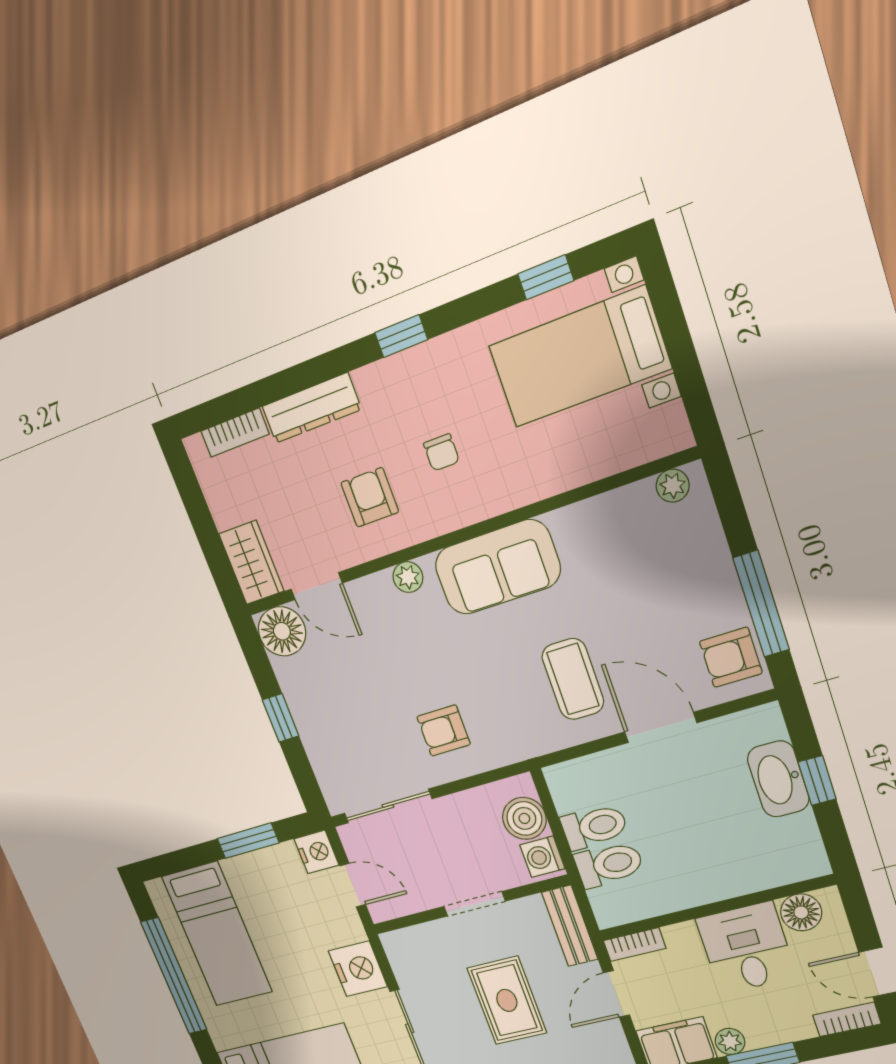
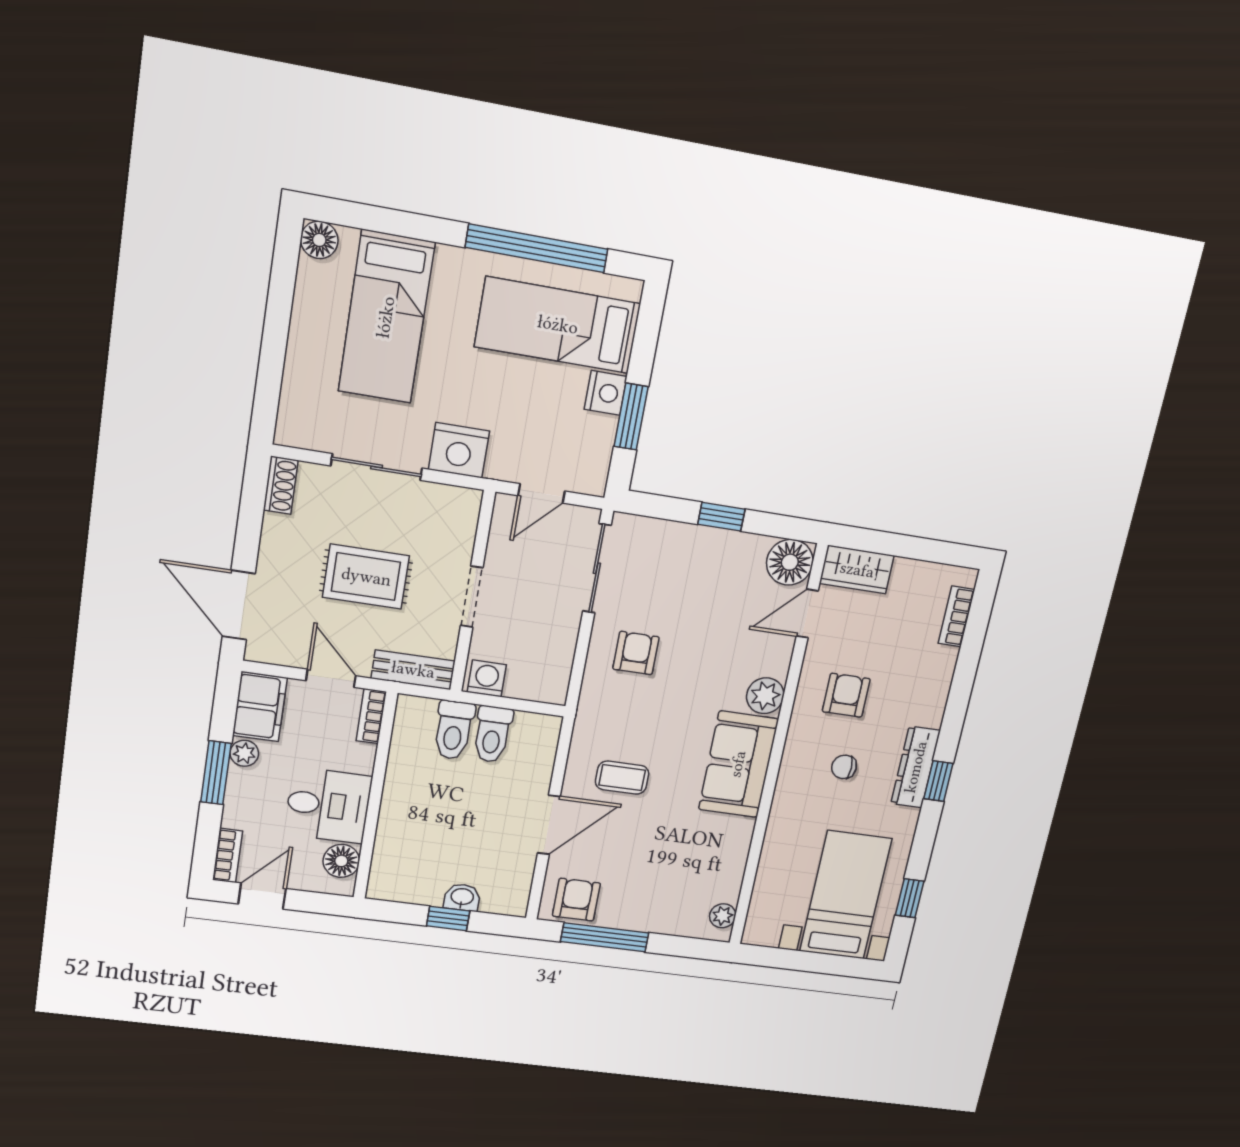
dresser: (311, 408) -> (916, 767), moved
armchair: (370, 497) -> (846, 695), turned -90
plant: (408, 577) -> (765, 696), width x1.38, depth x1.38
coffee table: (573, 679) -> (622, 778), width x0.73, depth x0.77
washbasin: (778, 779) -> (462, 897), width x0.52, depth x0.69
boiler: (524, 818) -> (528, 681), removed
nightstand: (316, 852) -> (606, 393), moved, turned -90

